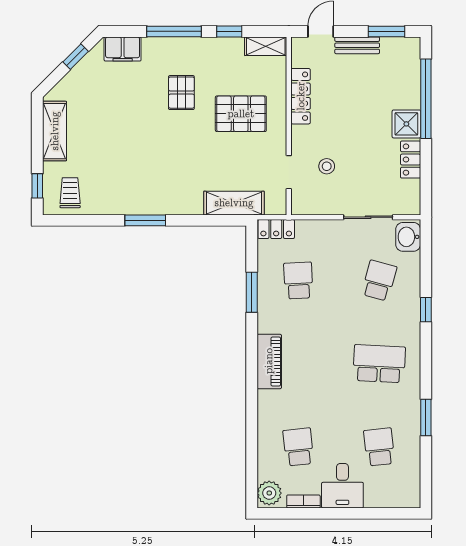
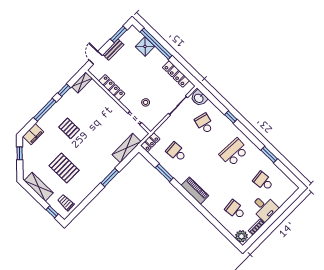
pallet: (241, 114) -> (64, 168), moved, turned 90
shower: (406, 124) -> (145, 46), moved
locker: (411, 160) -> (176, 74), width x1.53
window: (145, 220) -> (110, 177), moved

